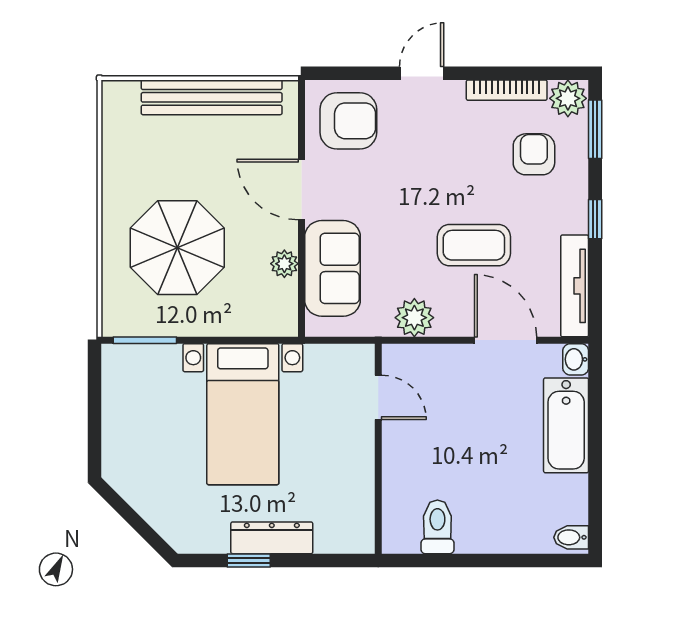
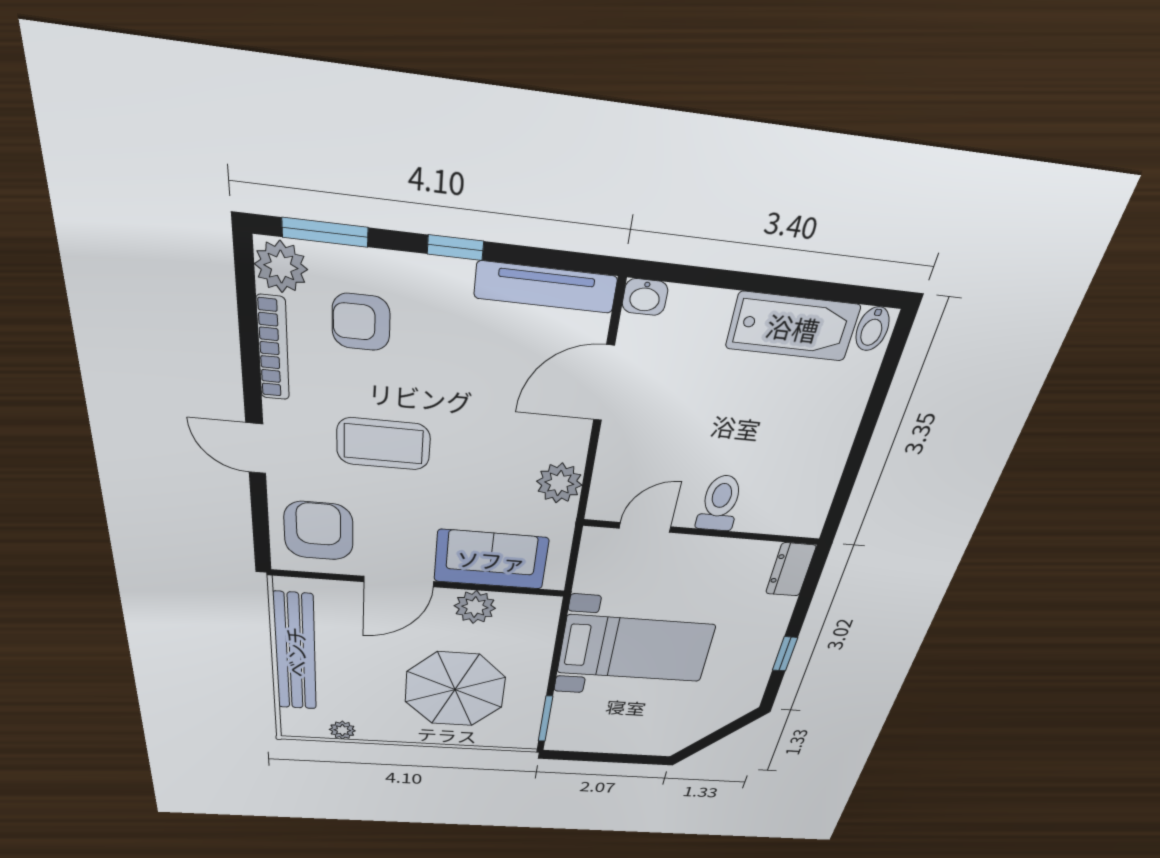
plant: (114, 140) -> (342, 730), added
coffee table: (474, 245) -> (383, 444), moved, turned 90
plant: (284, 264) -> (475, 607), width x1.38, depth x1.38
bathtub: (566, 425) -> (793, 327), moved
toilet: (437, 527) -> (720, 503), moved, turned 90
dresser: (272, 538) -> (791, 570), moved, width x0.70

